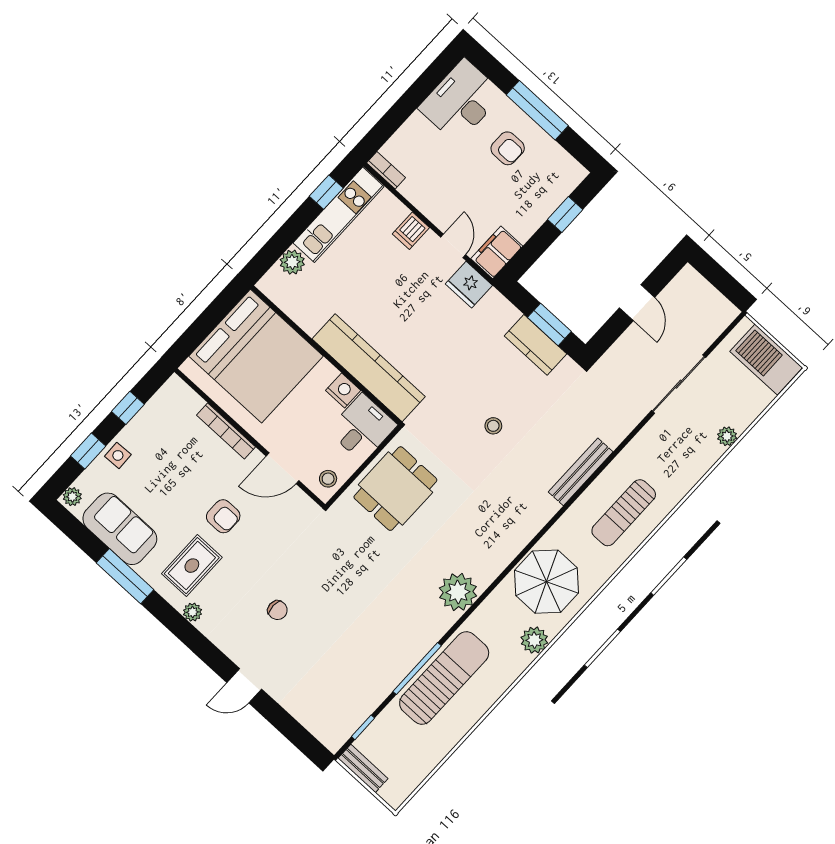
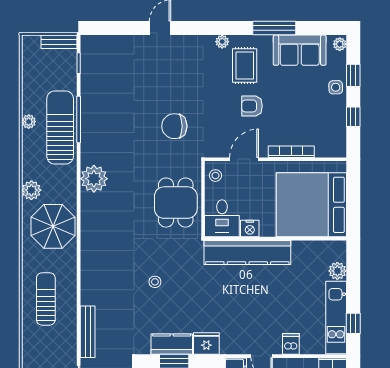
fridge: (469, 285) -> (206, 343), moved
bench: (581, 472) -> (88, 332), moved
chair: (277, 610) -> (174, 126), moved, width x1.87, depth x1.87
sun lounger: (444, 678) -> (60, 127), turned 180
plant: (471, 714) -> (29, 122), added

